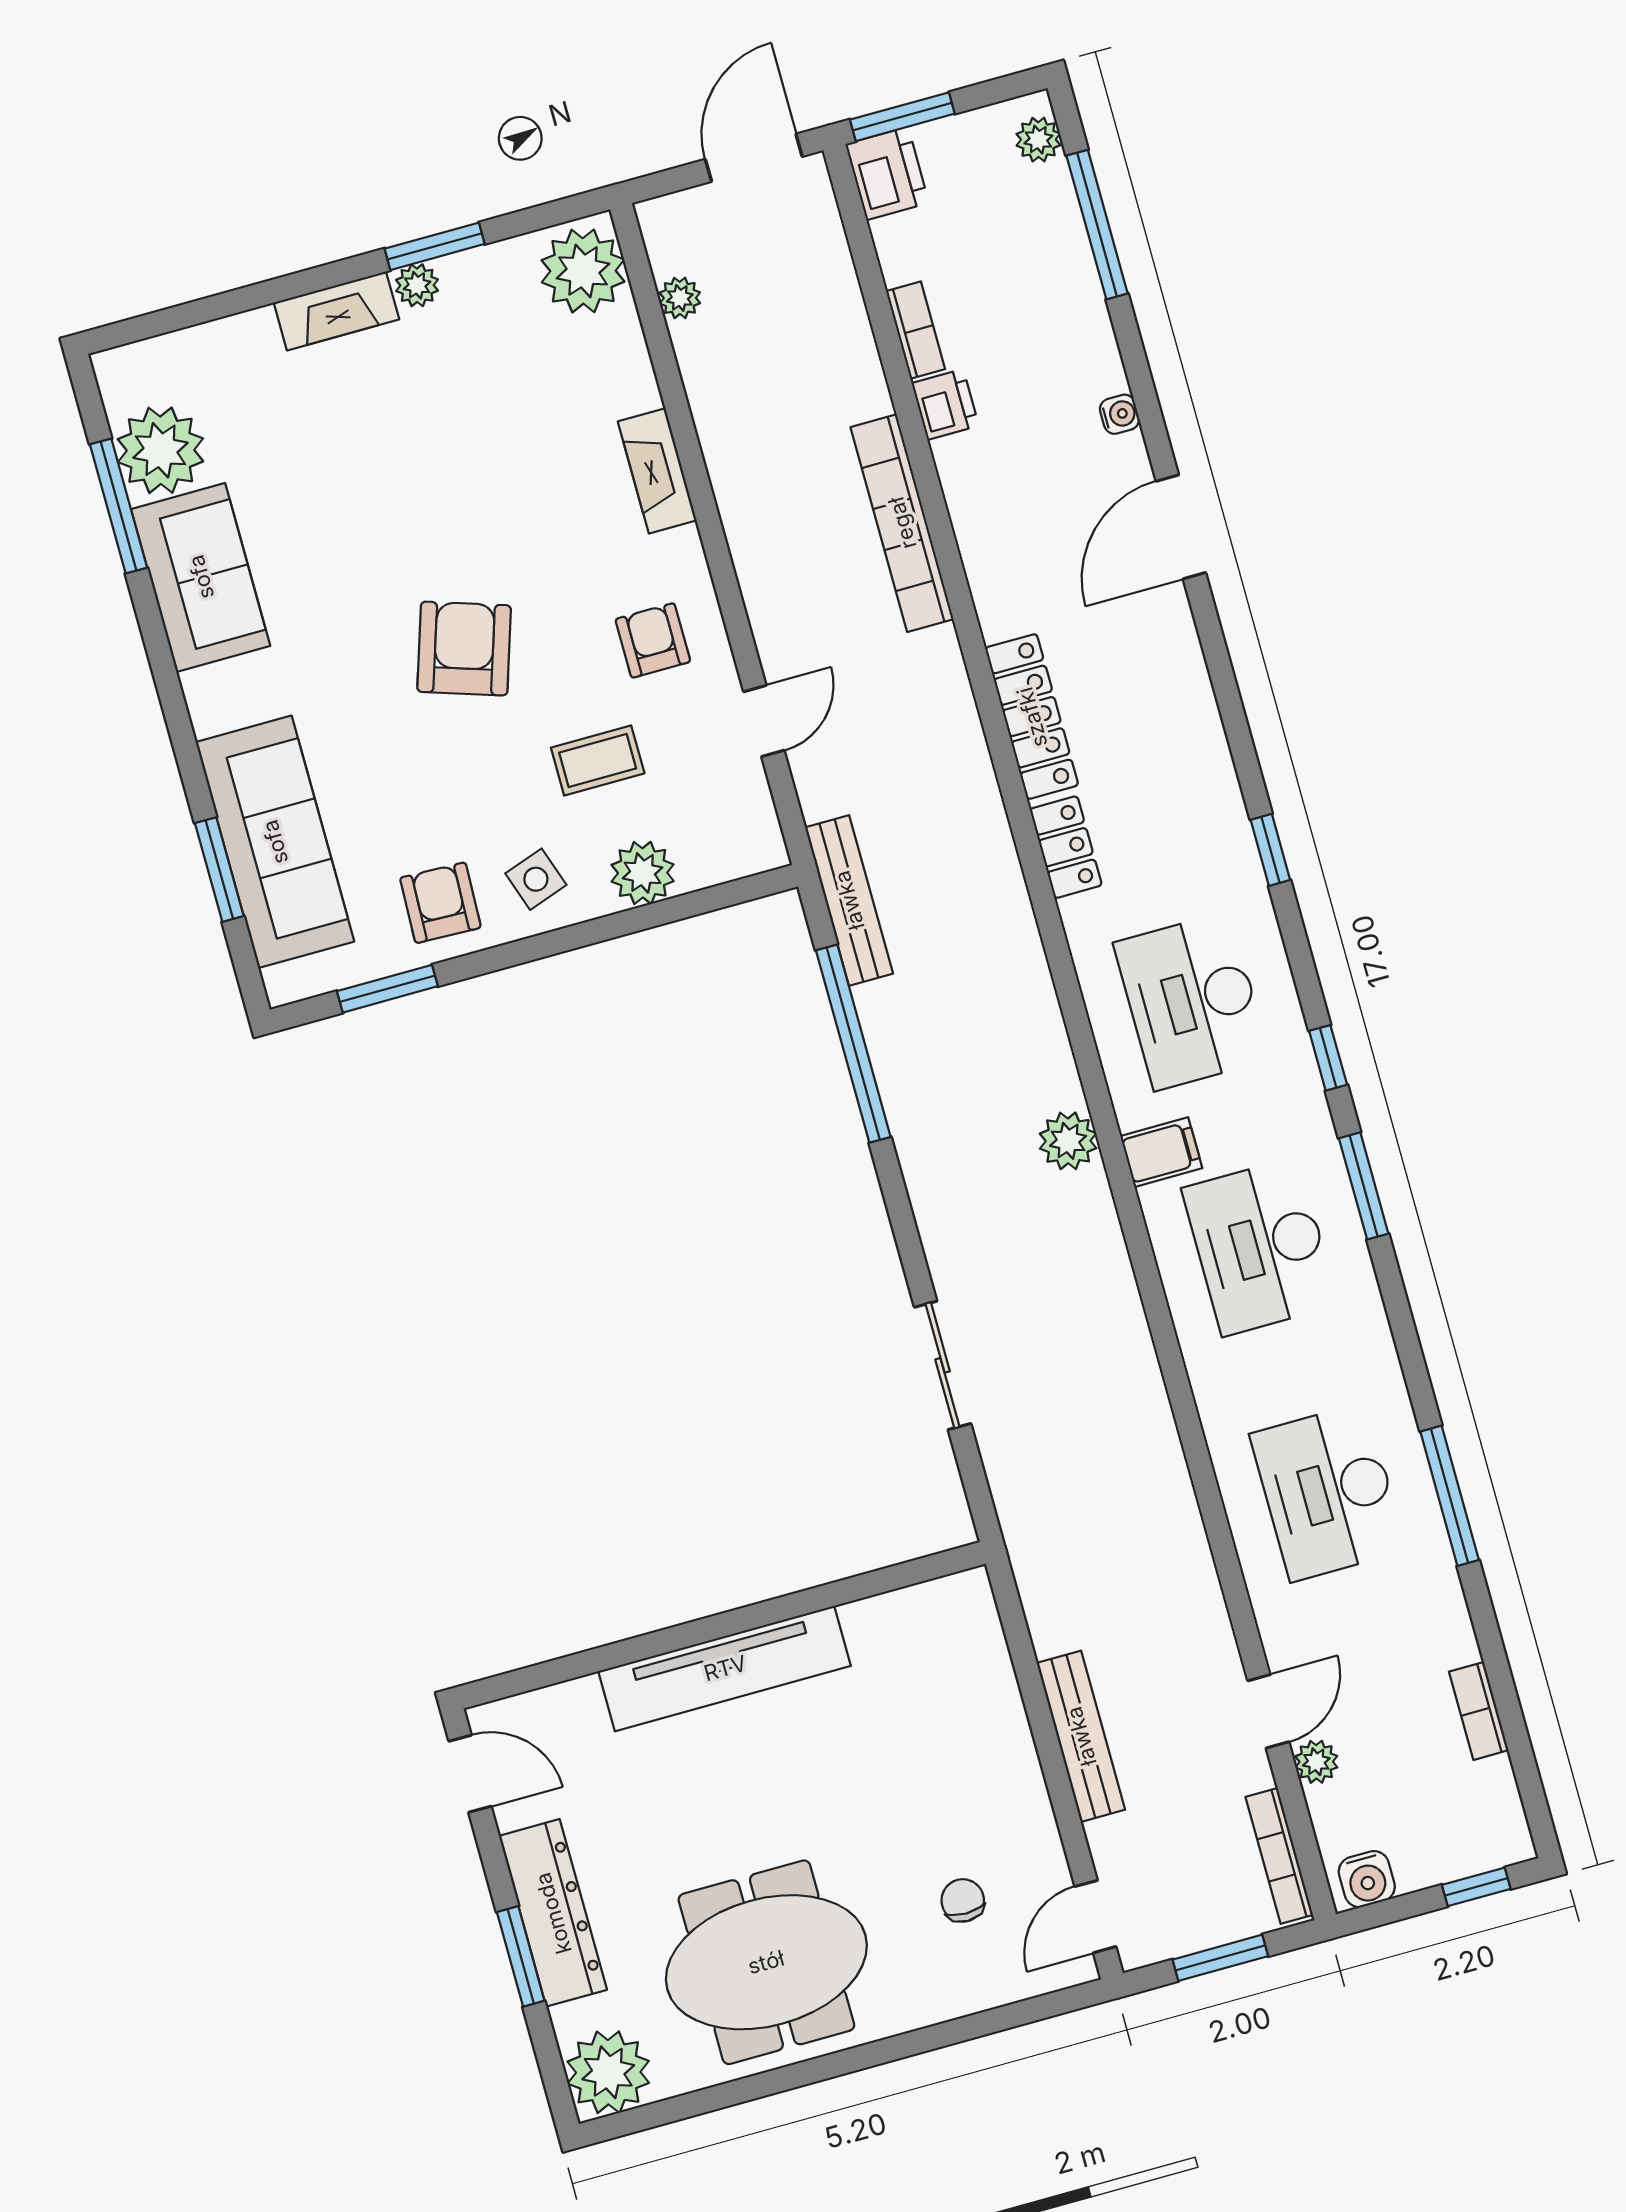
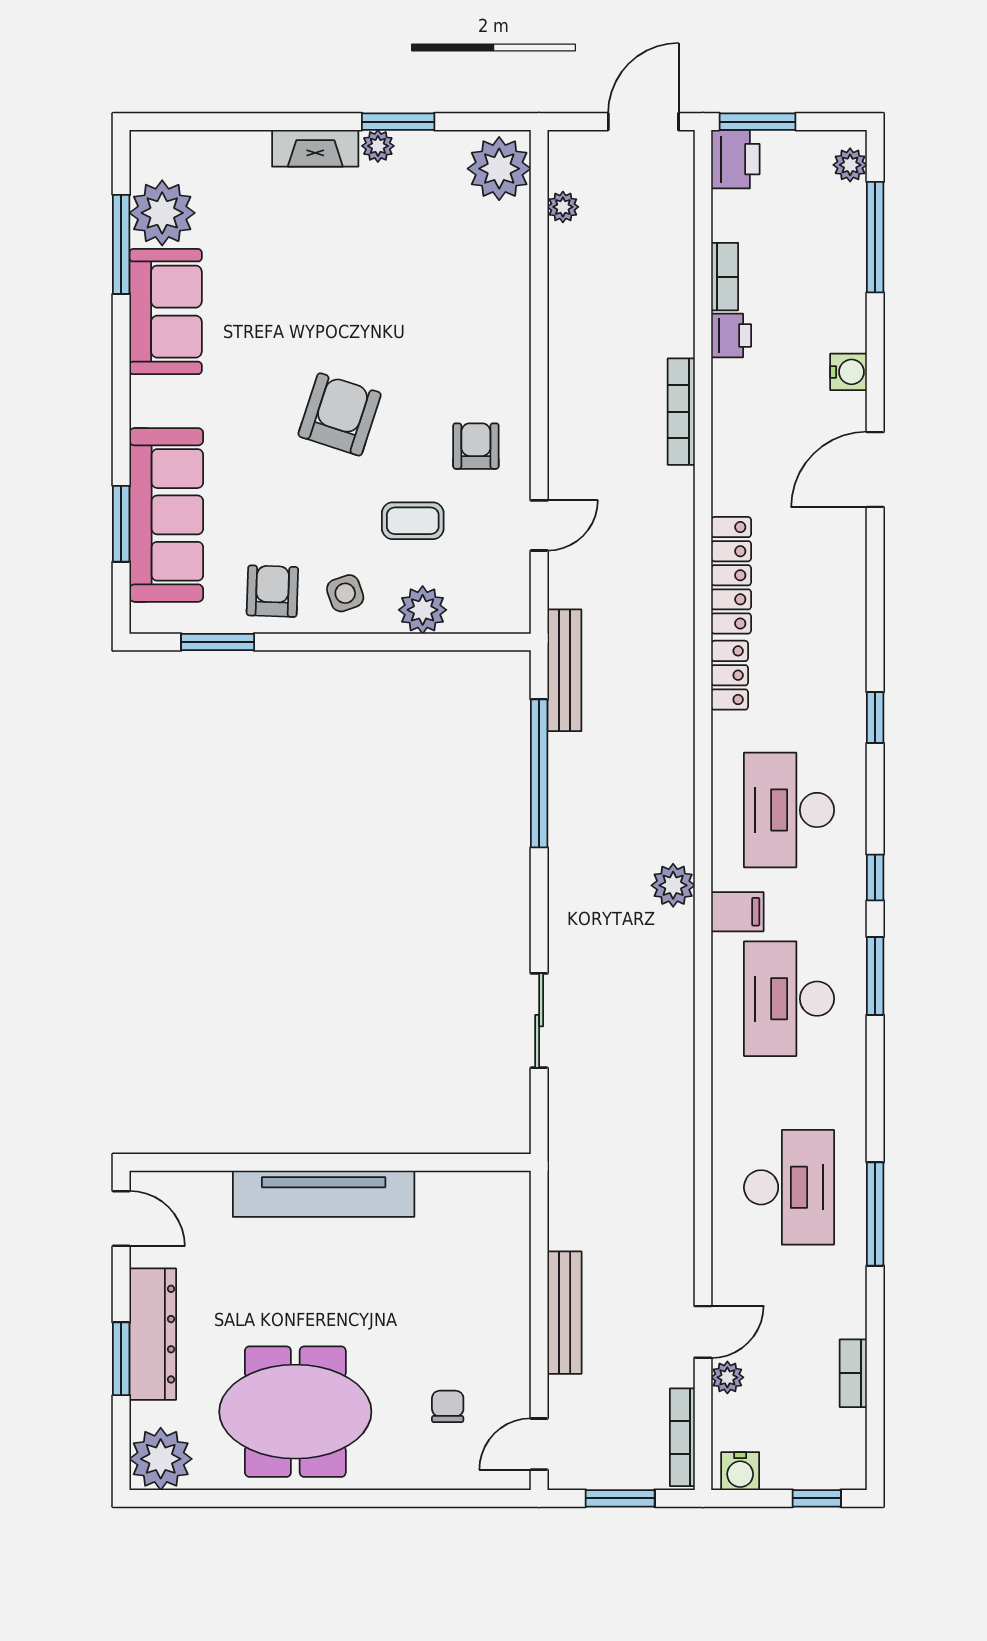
water cooler: (1120, 414) -> (849, 372), width x1.38, depth x1.38
fireplace: (657, 471) -> (513, 326), removed
bookcase: (902, 523) -> (681, 412), width x0.68, depth x0.76
desk: (1328, 1492) -> (789, 1187), turned 180

